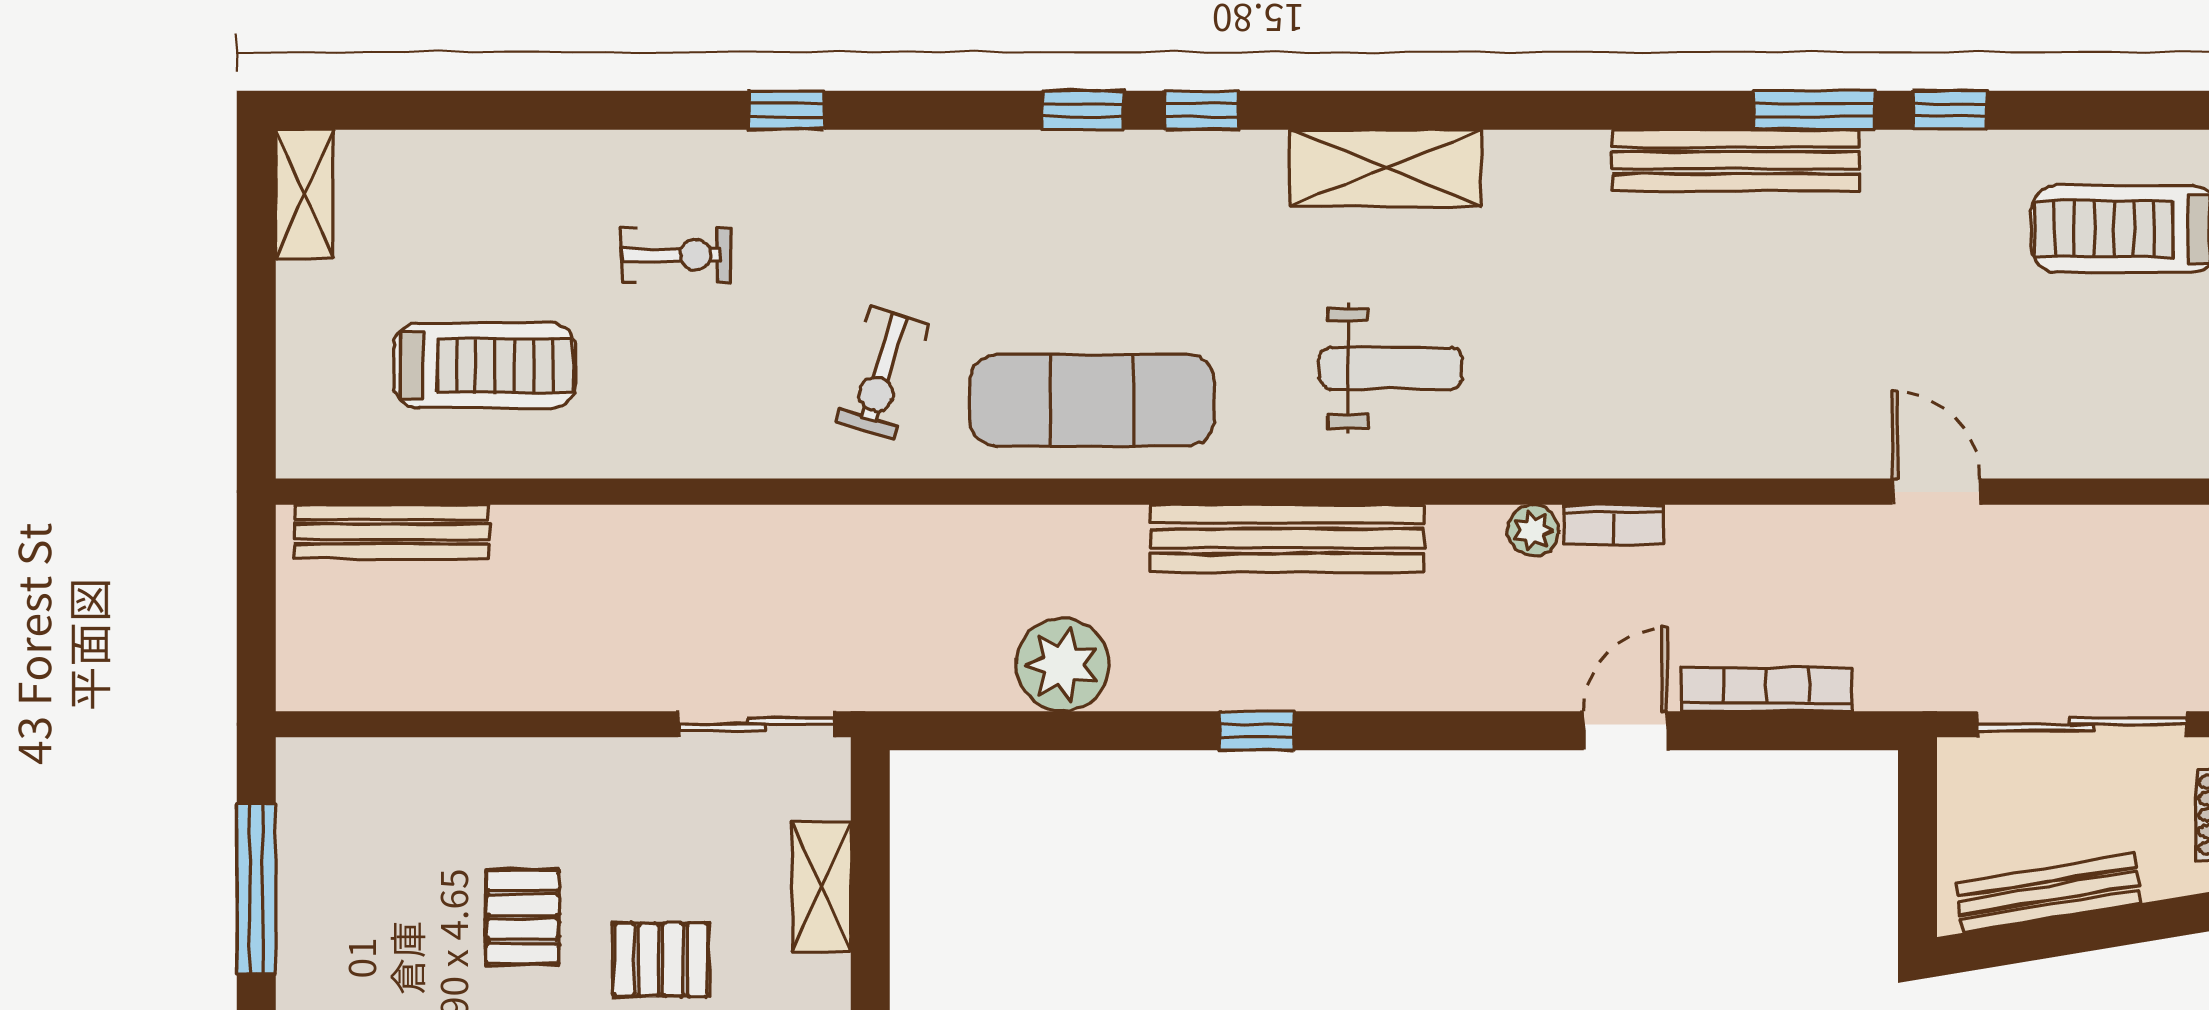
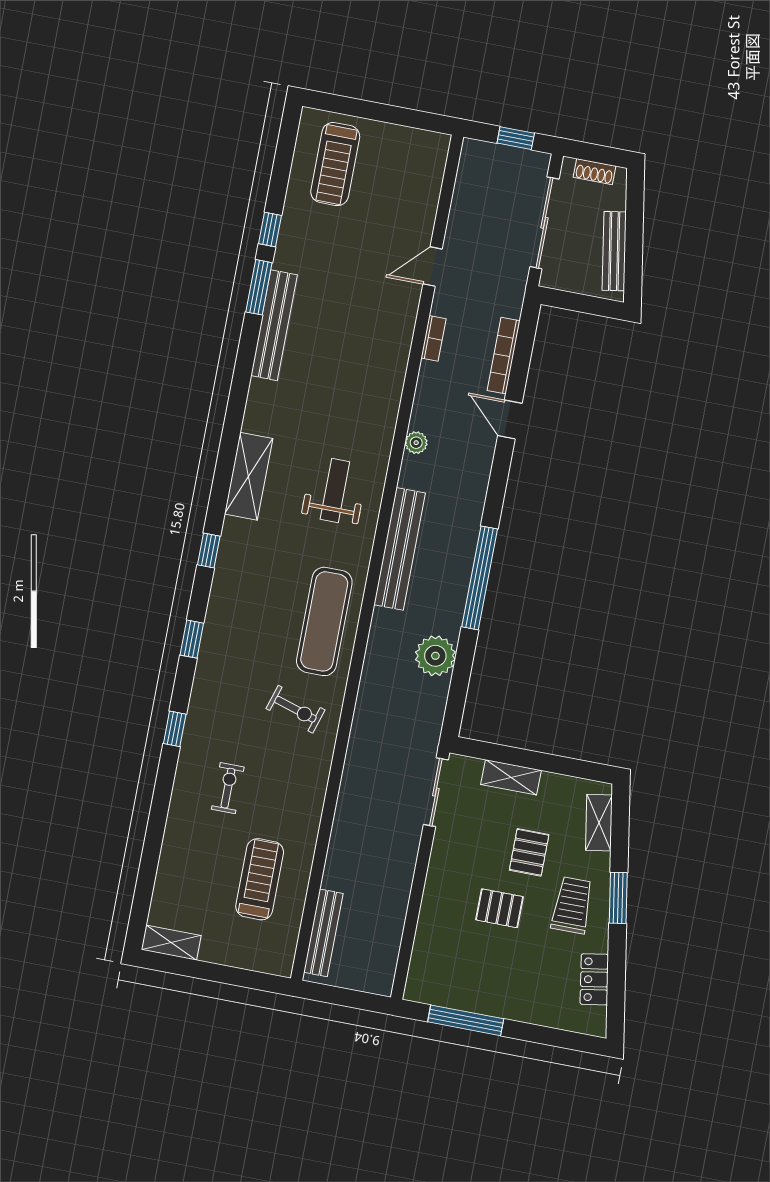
window: (1083, 110) -> (192, 639), moved
bookcase: (1614, 524) -> (433, 338), moved
window: (1256, 731) -> (480, 578), width x3.17

